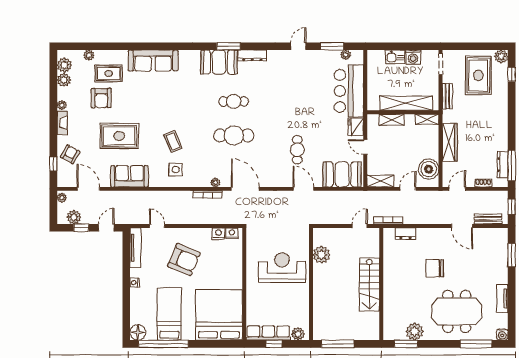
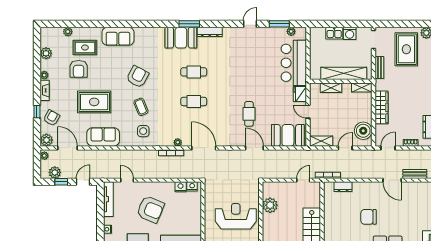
sofa: (153, 60) -> (118, 36), width x0.73
plant: (64, 65) -> (46, 140), moved
armchair: (169, 107) -> (138, 77), added
cafe table: (234, 135) -> (194, 101), width x0.73, depth x0.74
window: (53, 164) -> (37, 112), moved

